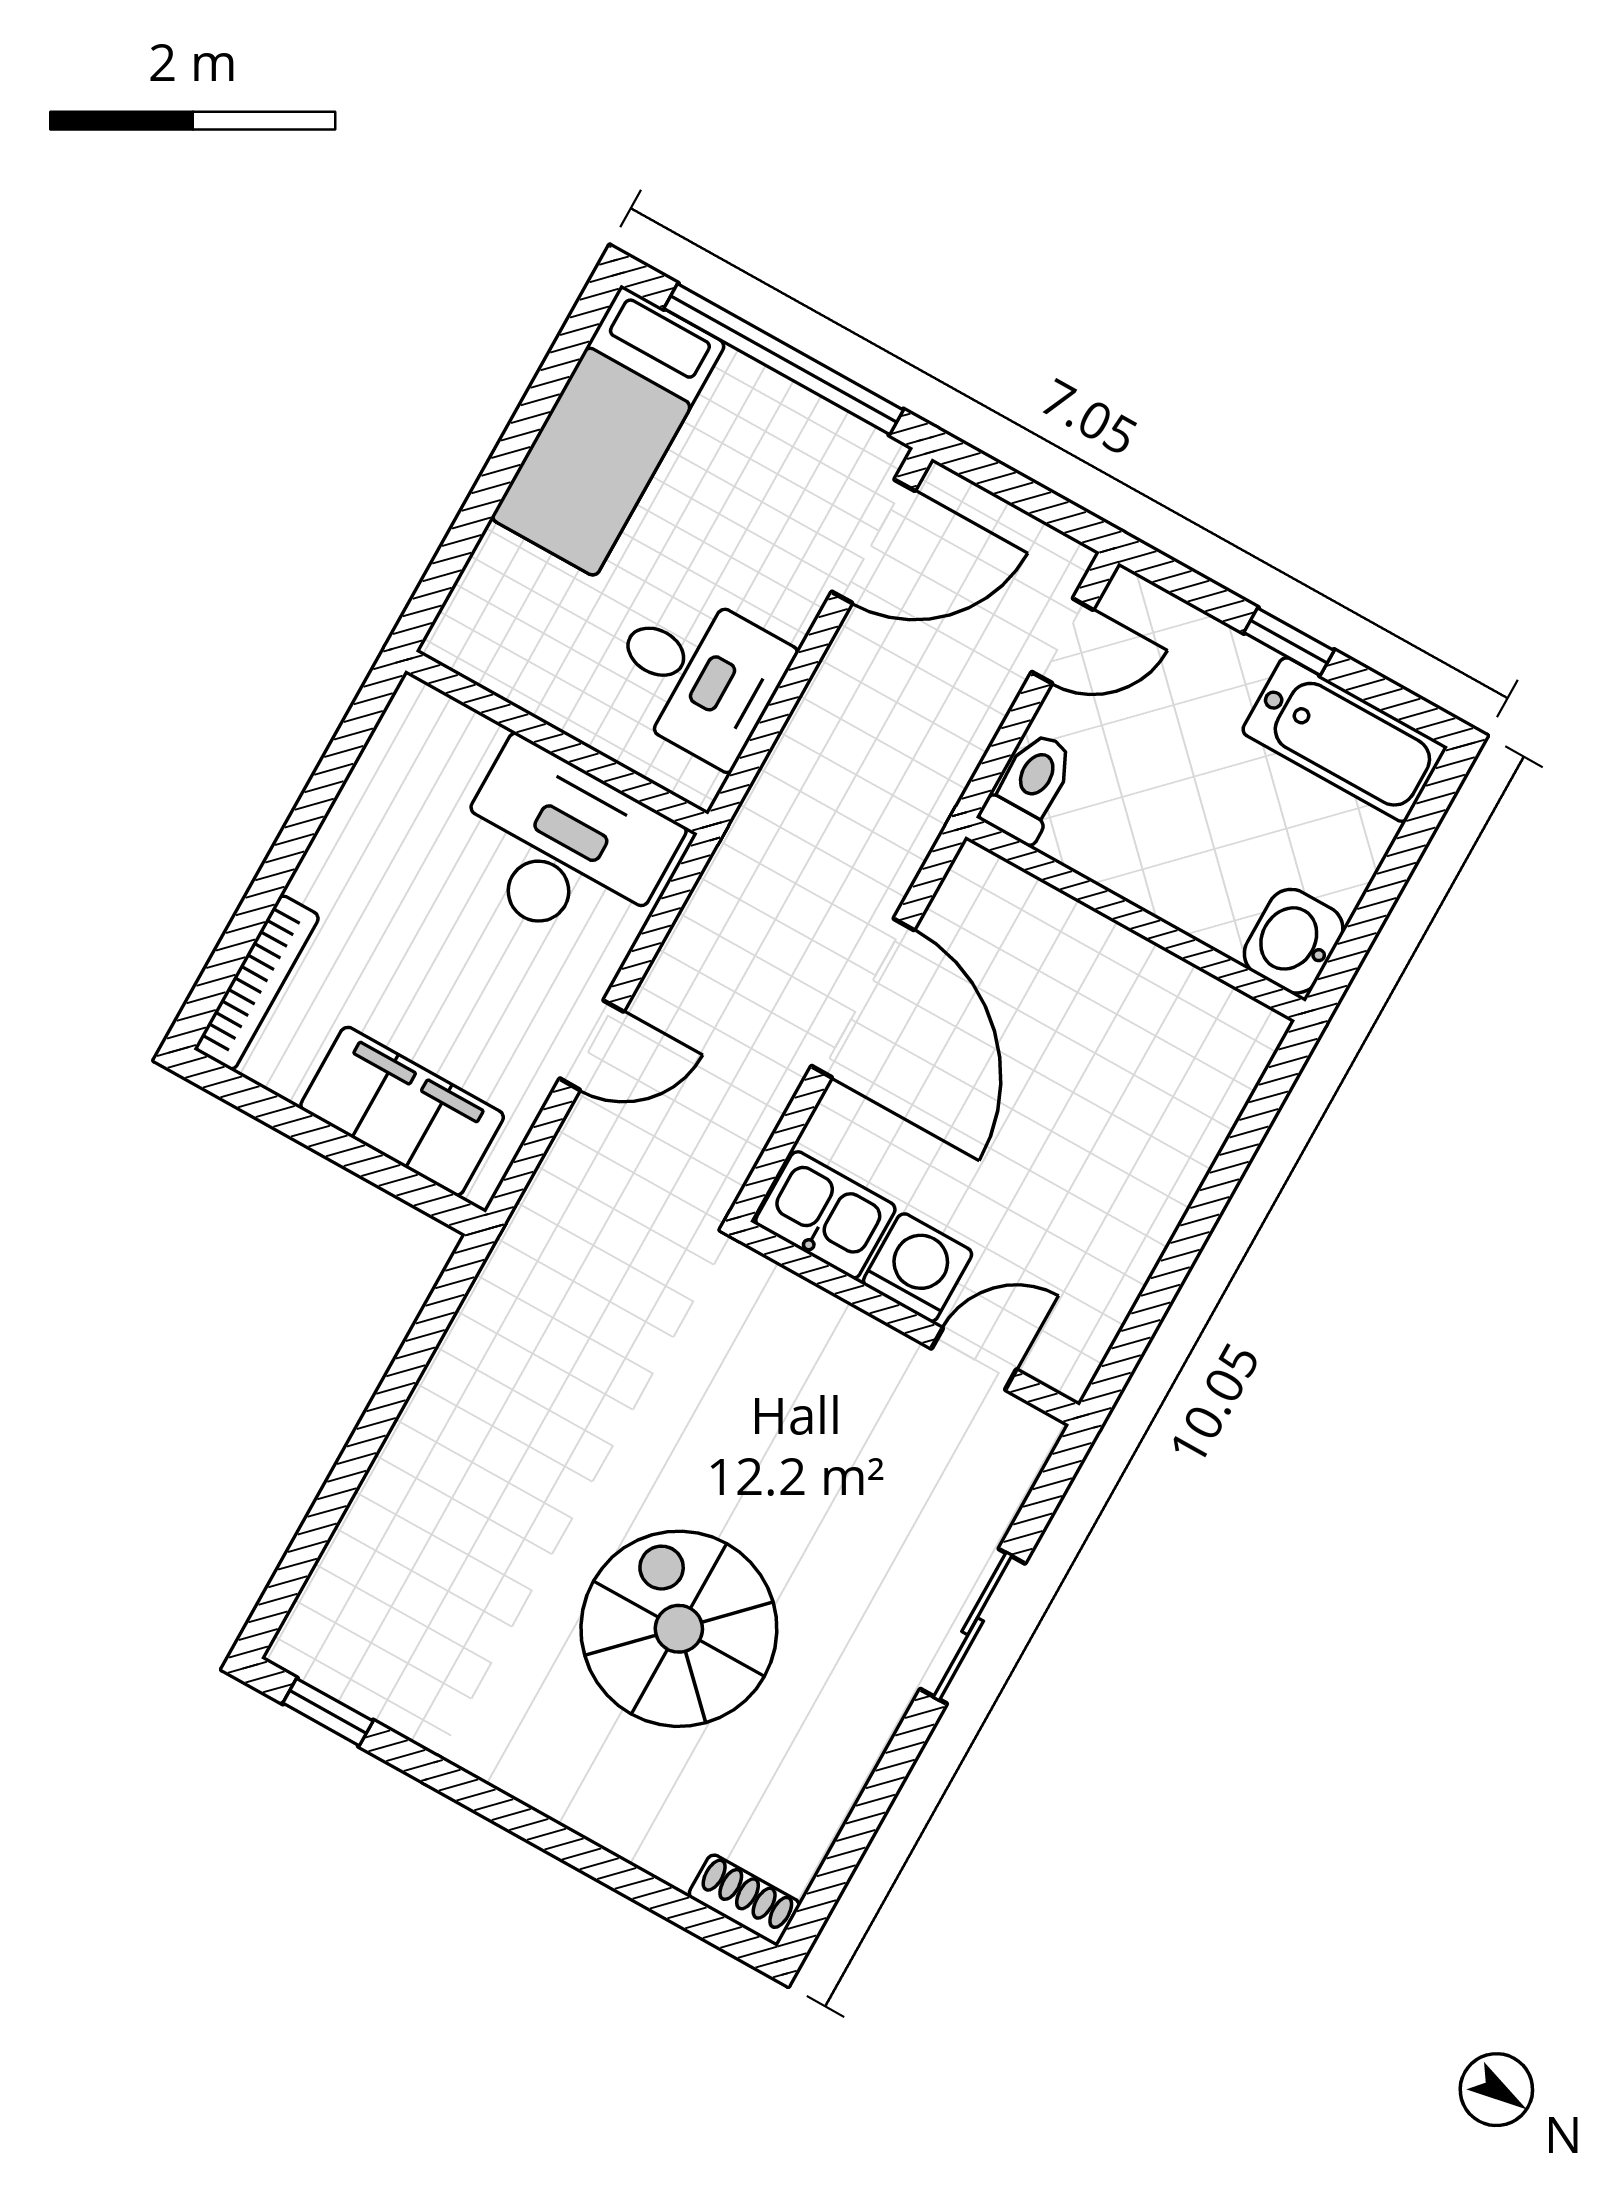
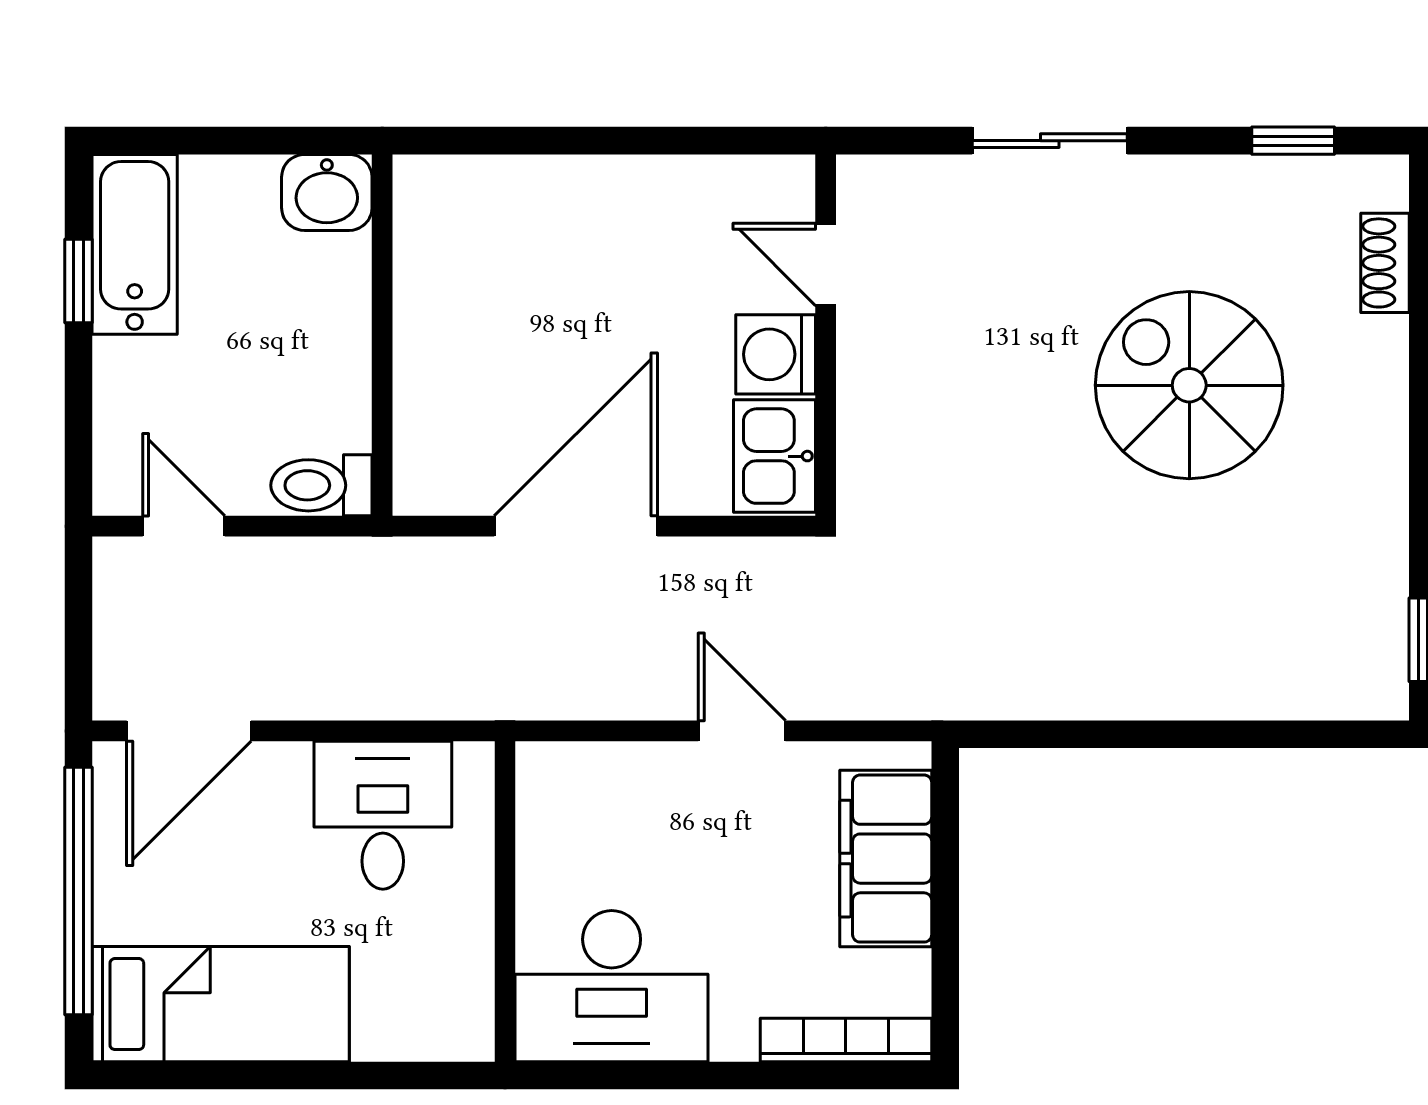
door: (873, 541) -> (189, 731), swing flipped
window: (1289, 642) -> (78, 281), moved
desk: (562, 848) -> (612, 986), moved, turned -90
spiral stairs: (679, 1629) -> (1189, 385), turned 90
window: (849, 1848) -> (1293, 141), added
shoe rack: (744, 1900) -> (1385, 263), moved

